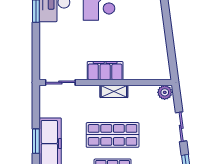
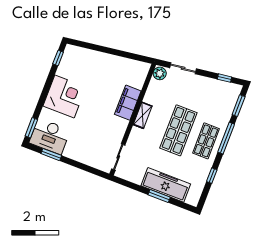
filing cabinet: (105, 71) -> (128, 103), moved
sliding door: (181, 127) -> (183, 68), moved

